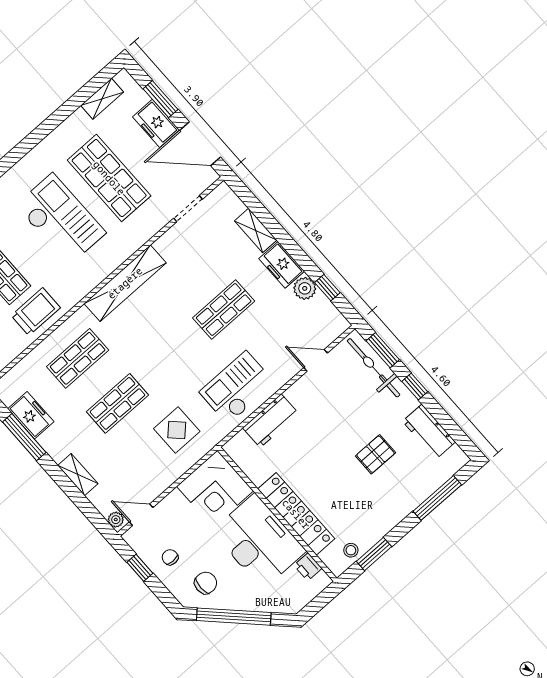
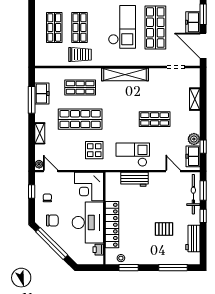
freezer: (282, 265) -> (193, 156), moved
shop shelf: (117, 403) -> (80, 119), width x1.43, depth x1.36

